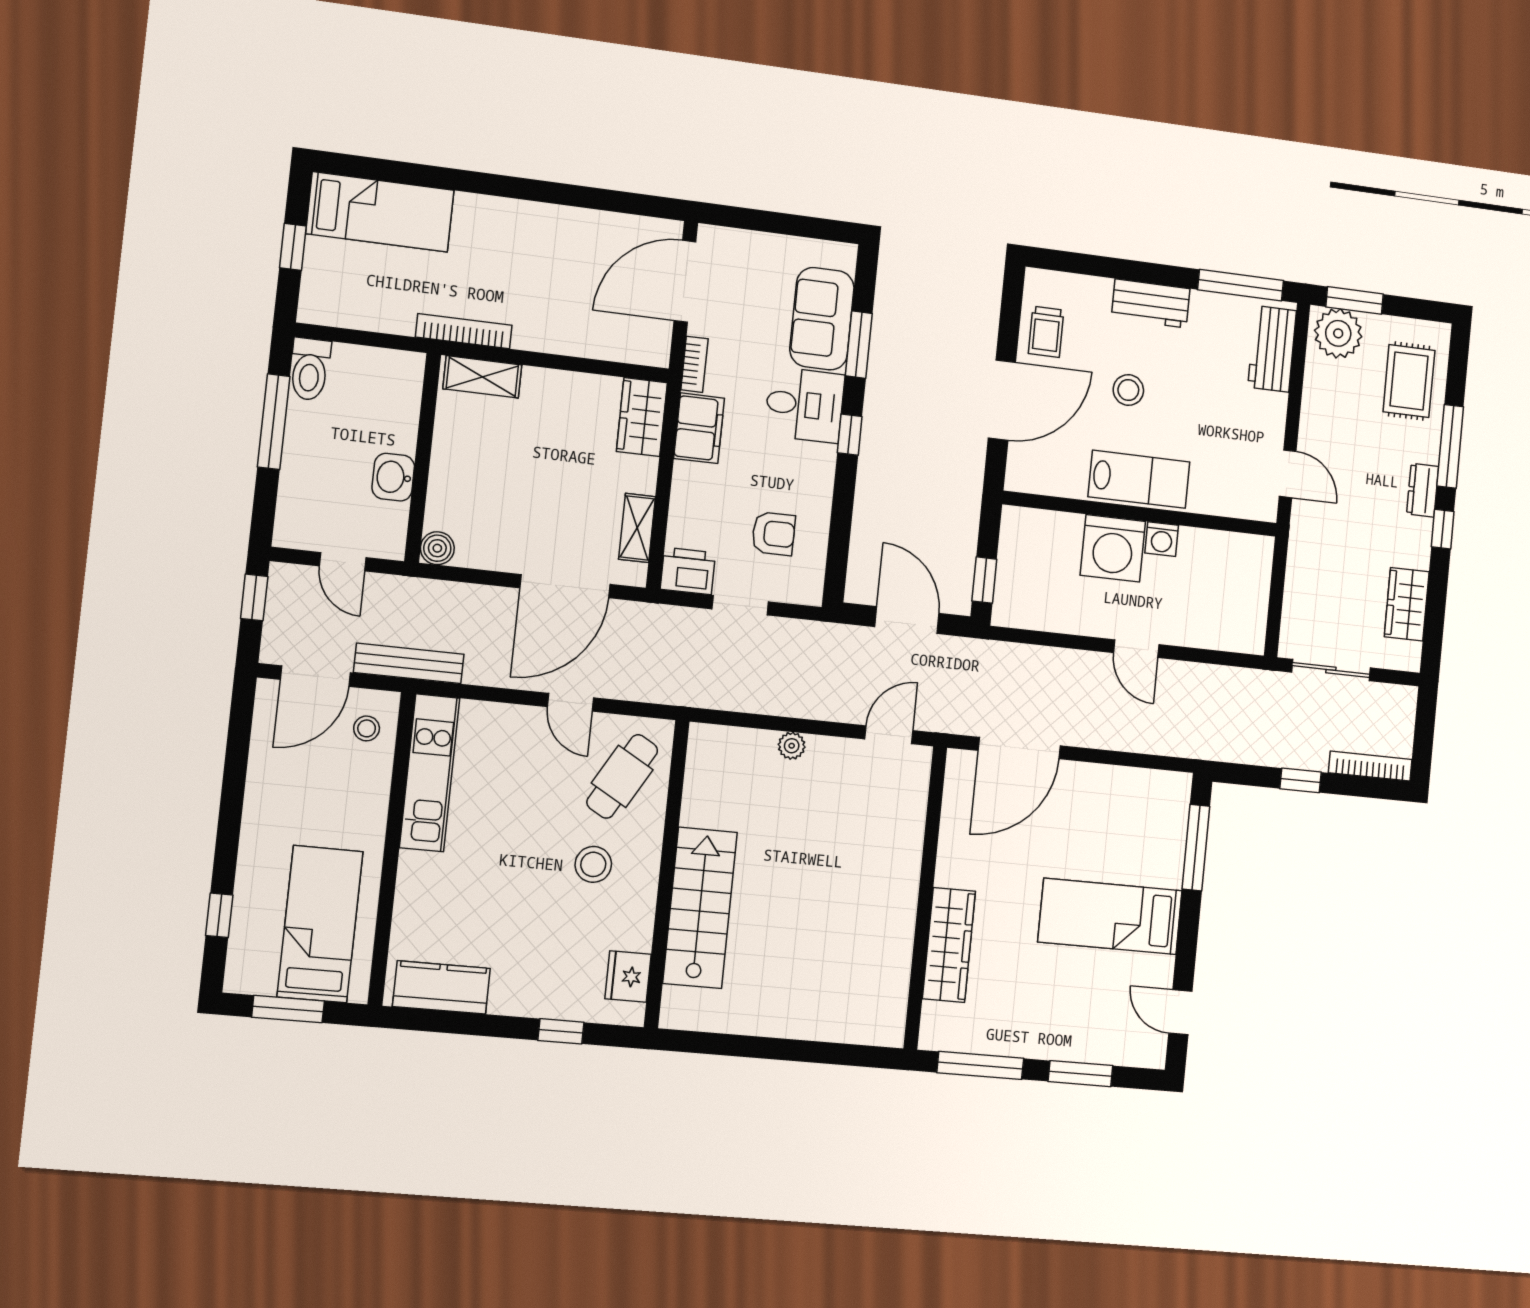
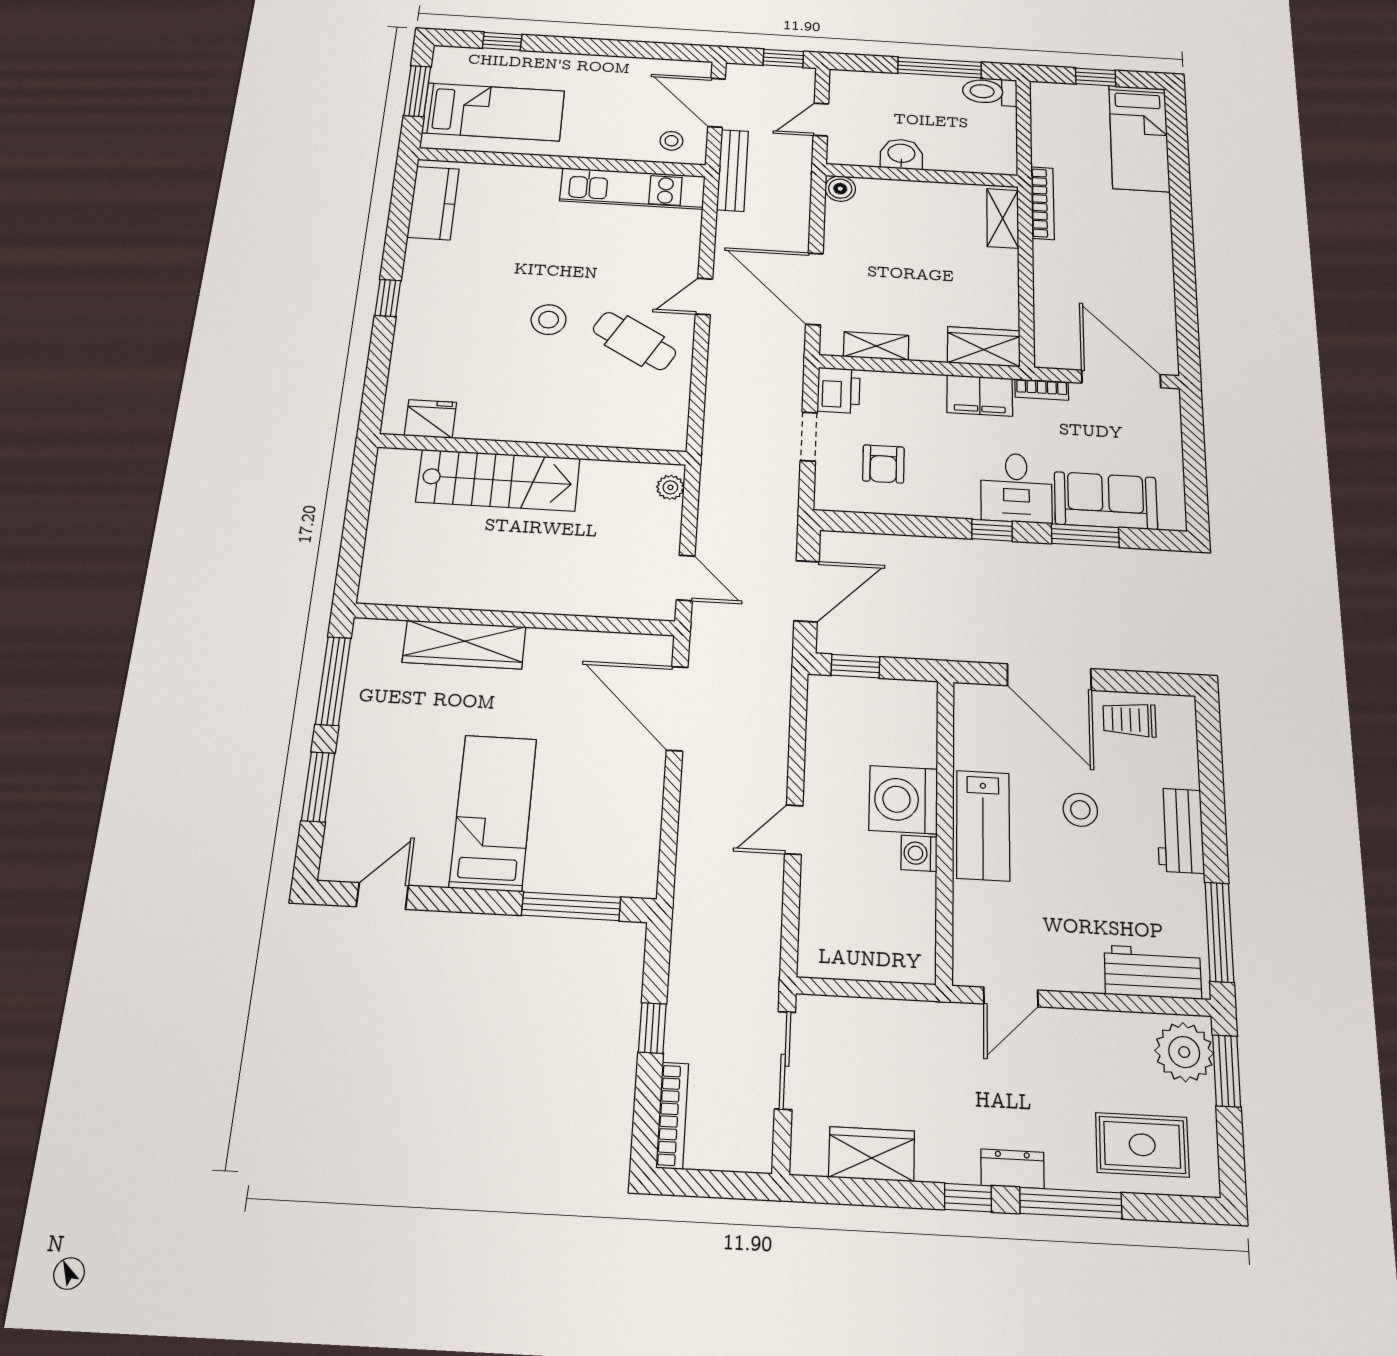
wall: (667, 874) -> (532, 449), moved
stairs: (700, 908) -> (498, 480), moved
fridge: (628, 977) -> (430, 419), moved

